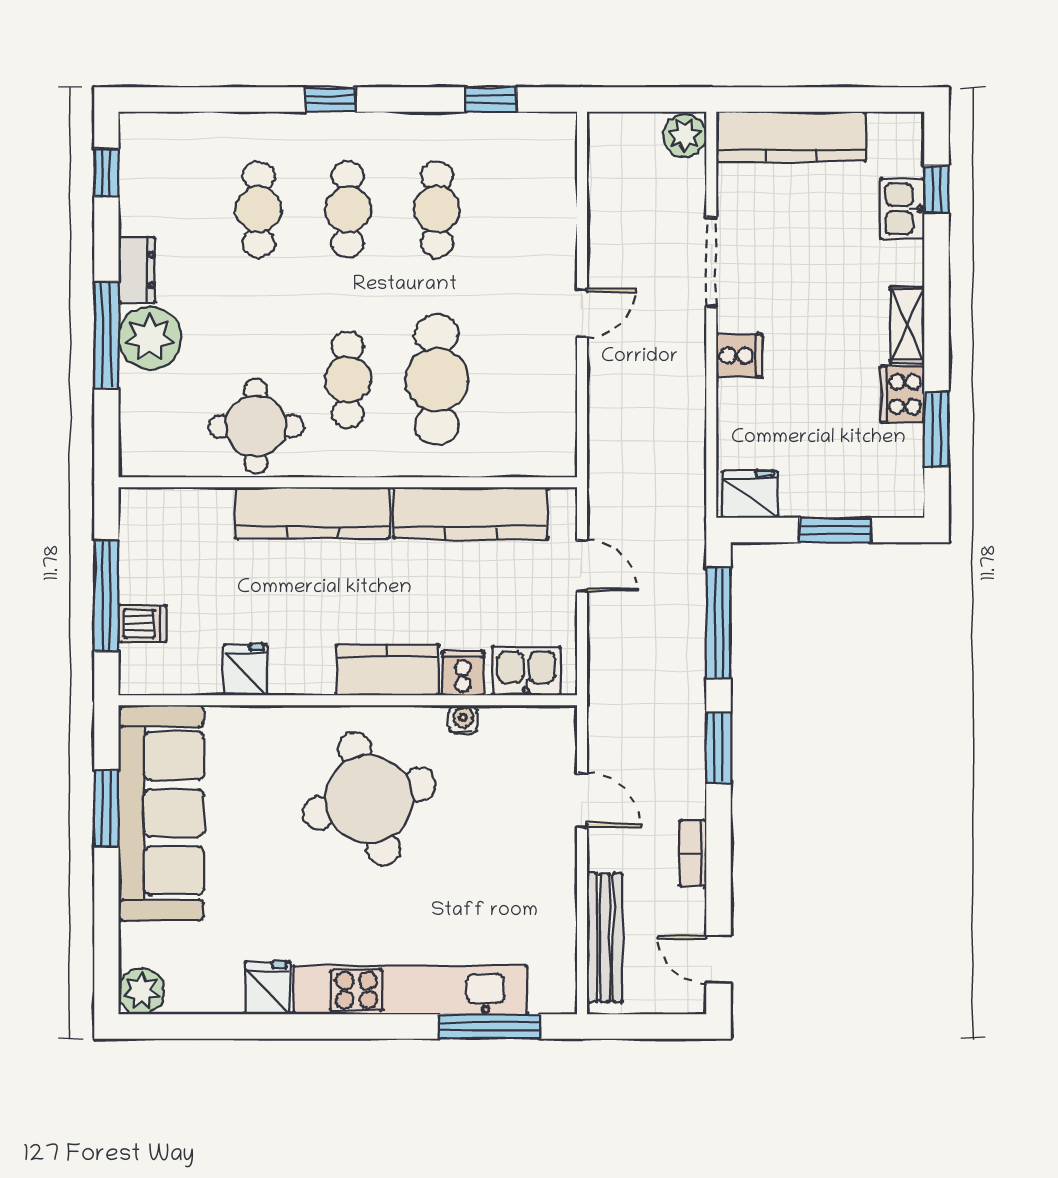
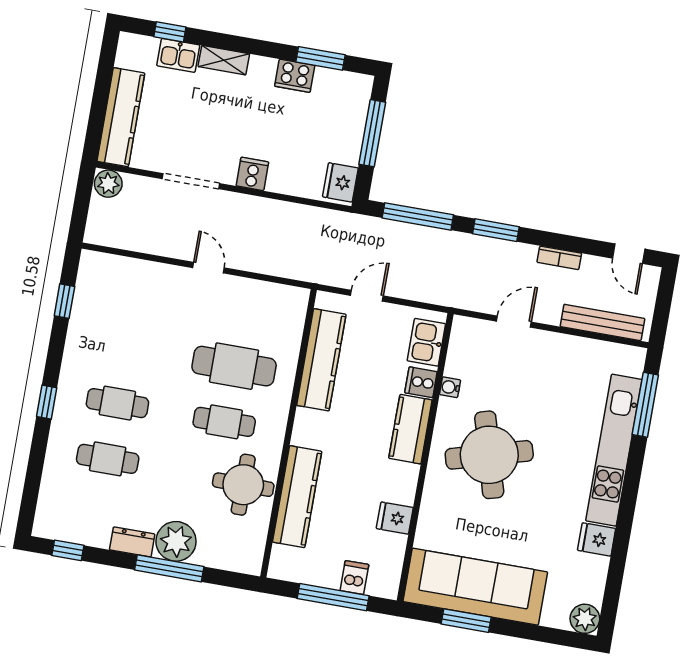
cafe table: (437, 209) -> (127, 347), removed
shelving: (907, 325) -> (224, 60), moved
kitchen counter: (312, 513) -> (297, 497), moved
window: (835, 530) -> (372, 133), width x1.44
door: (718, 960) -> (629, 254), hinge flipped

